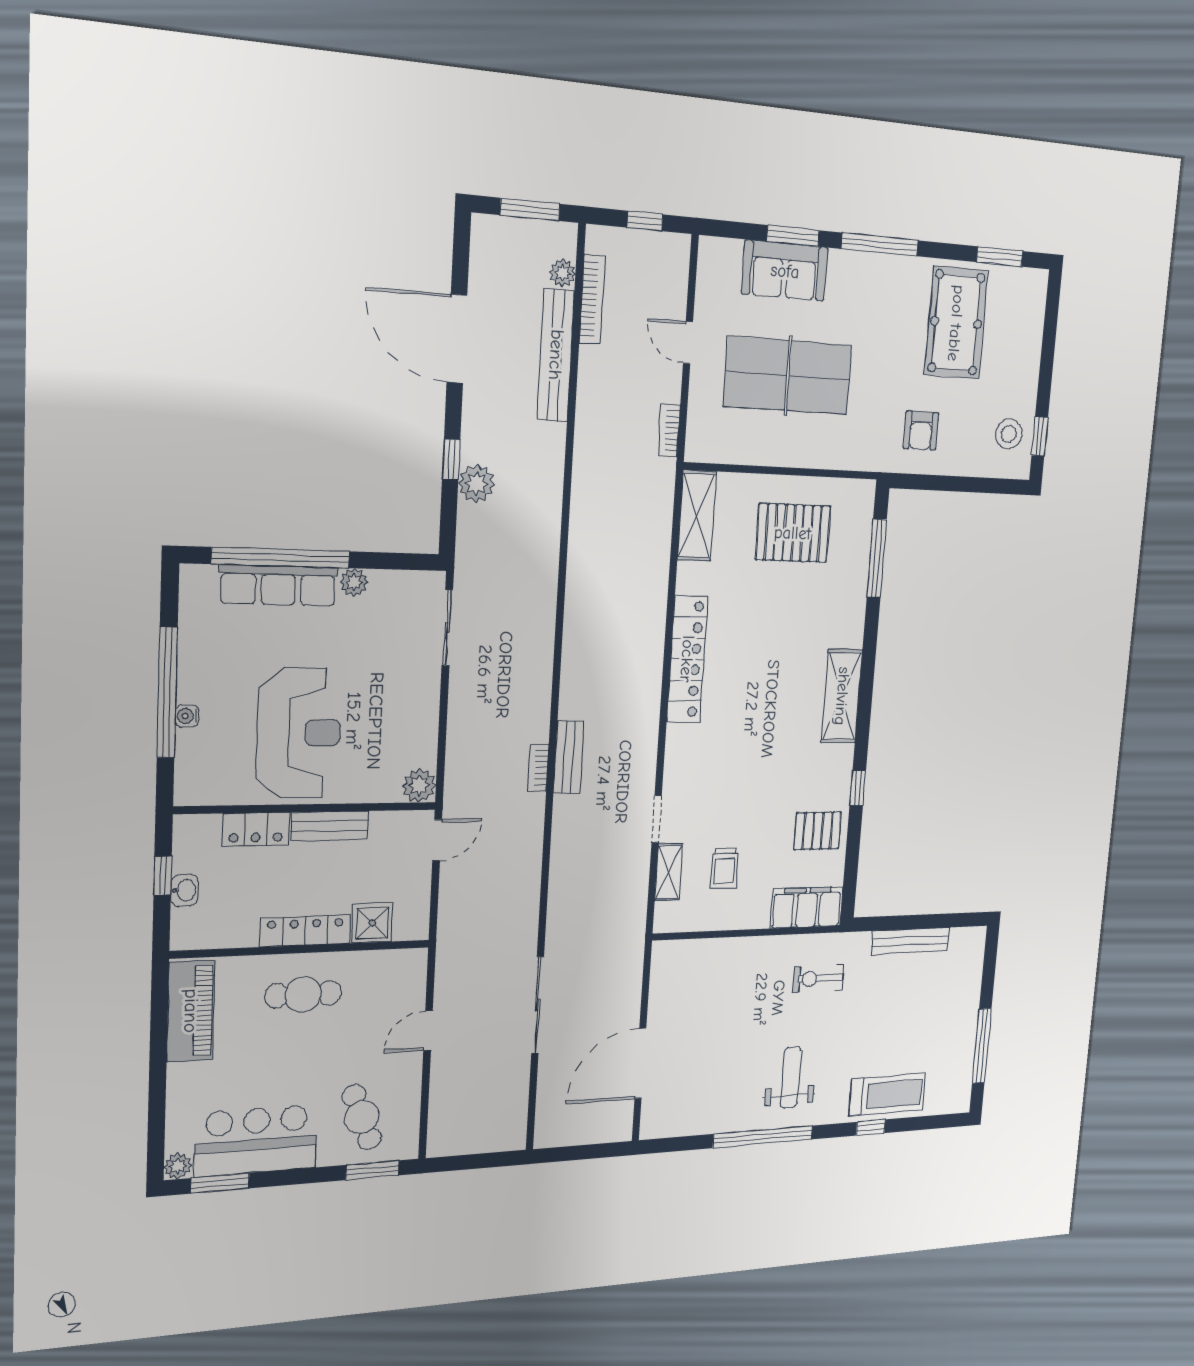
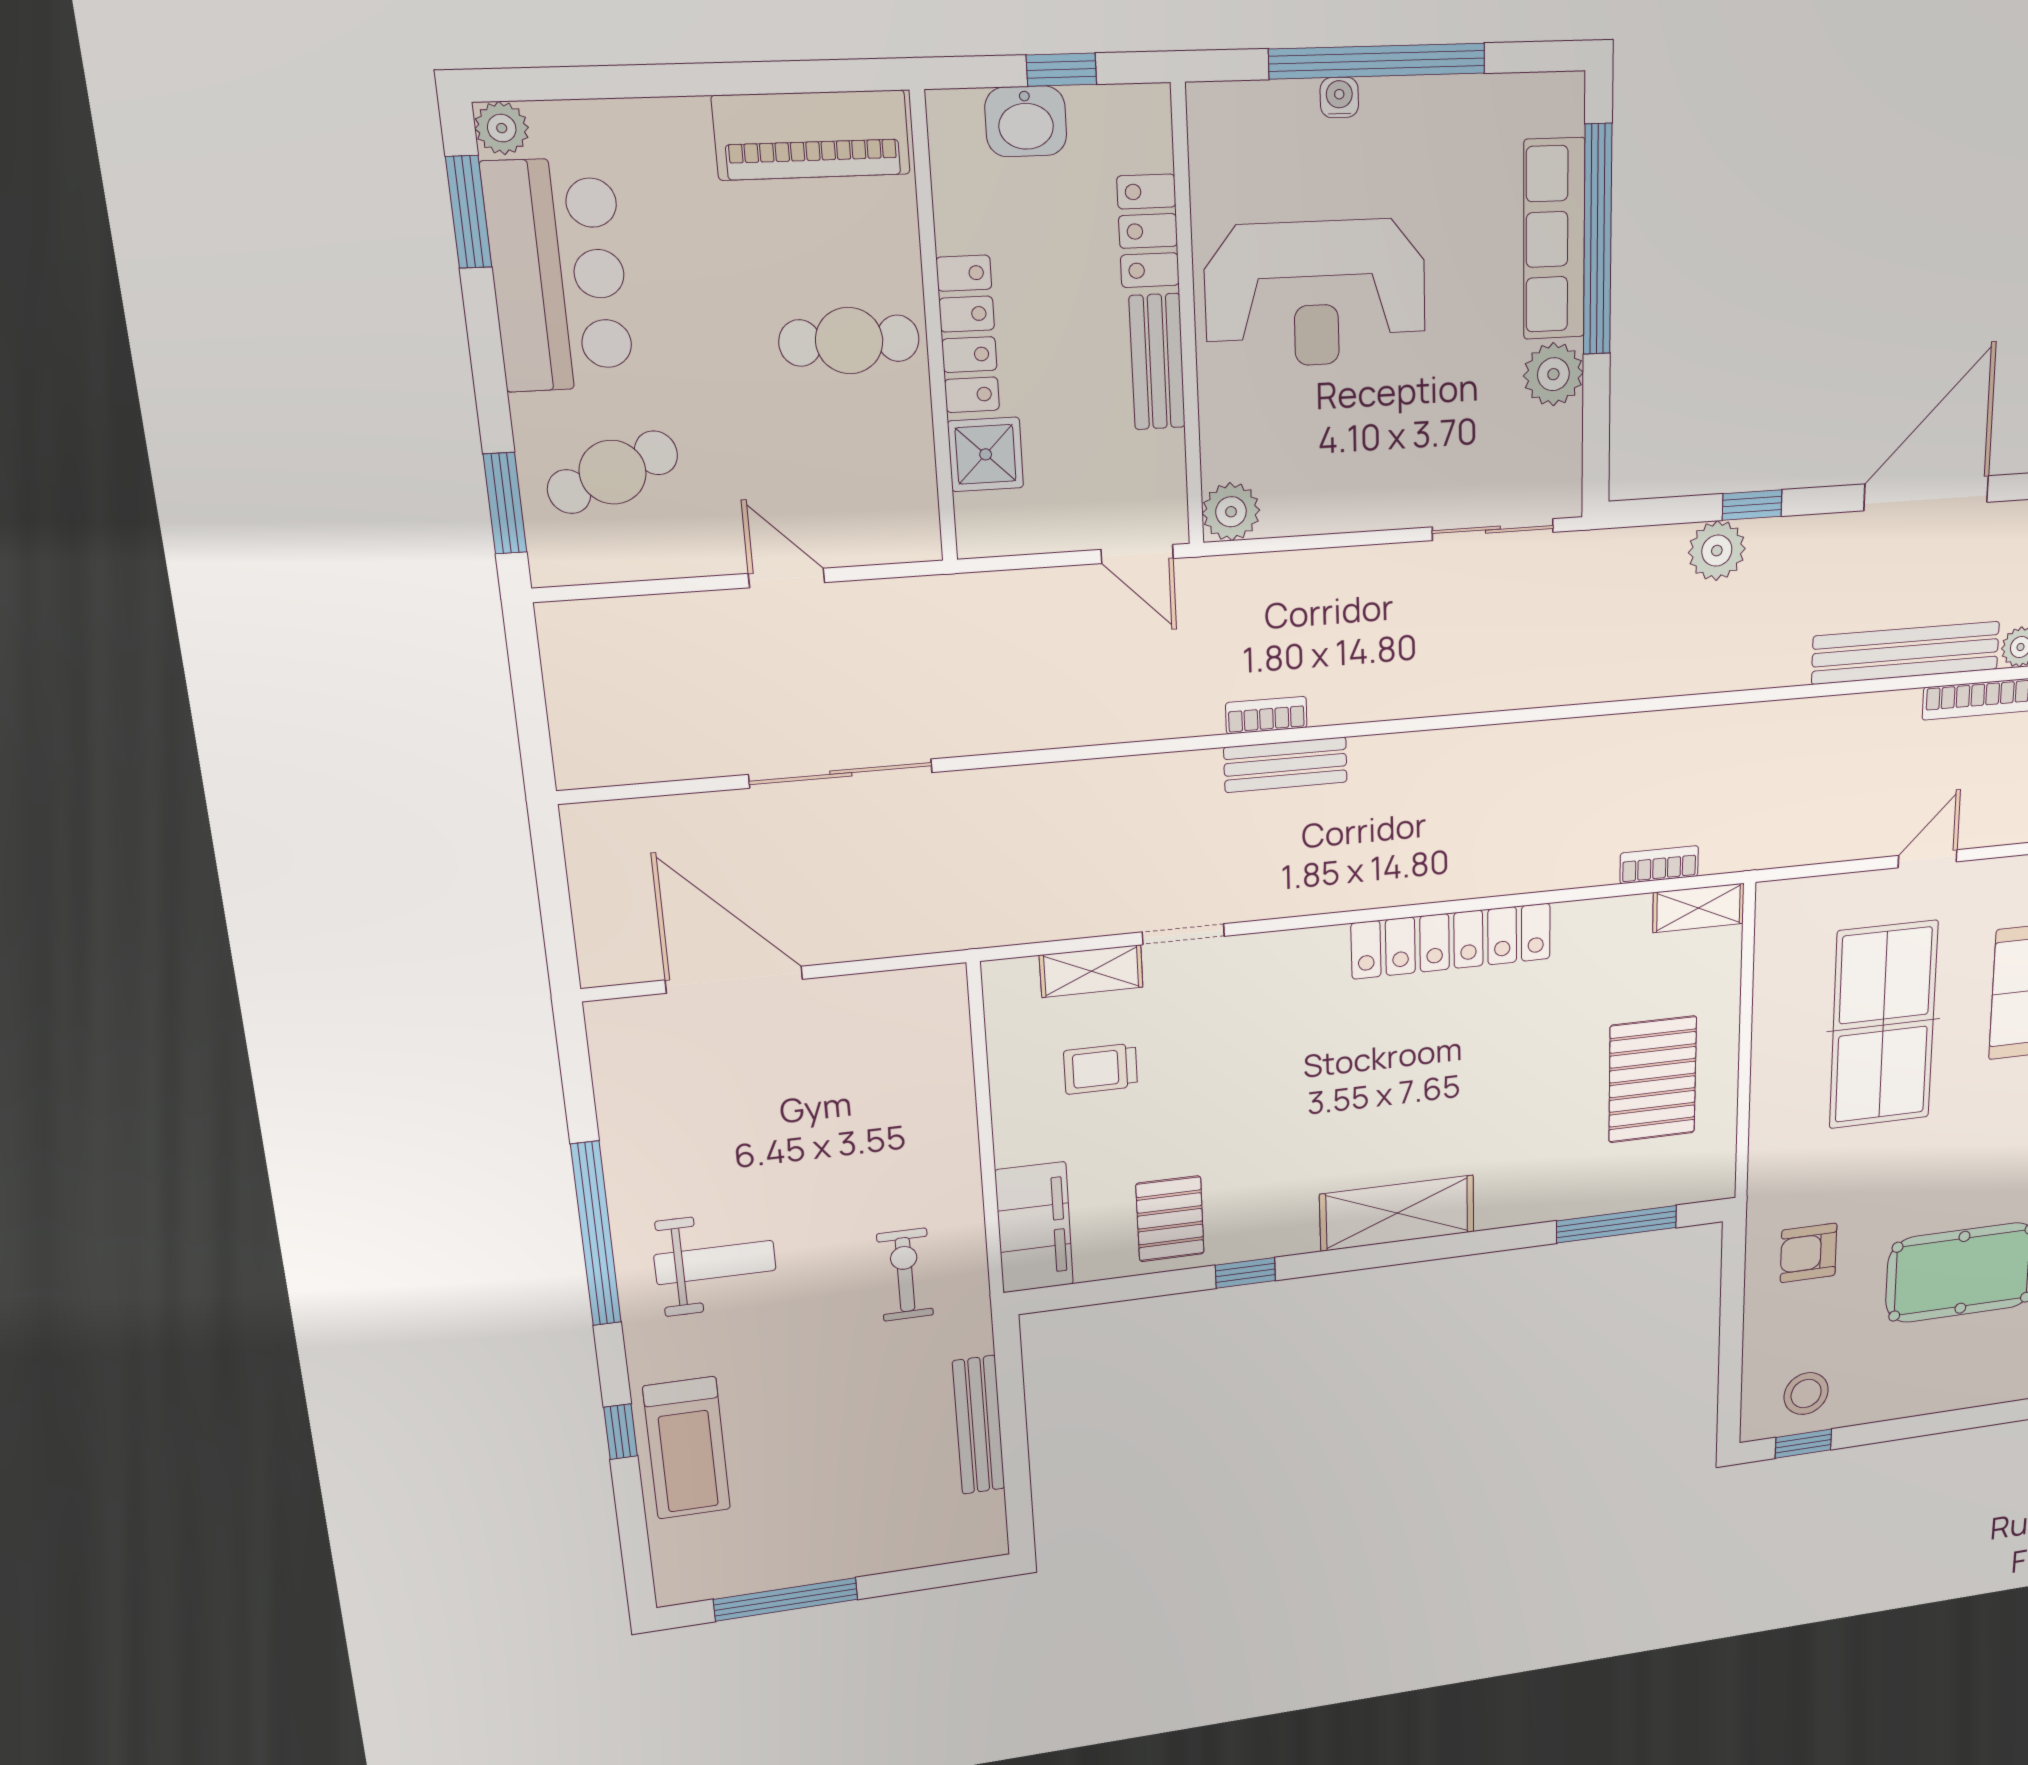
bookcase: (669, 430) -> (1659, 865), moved
shelving: (697, 516) -> (1698, 908), width x0.67, depth x0.75
plant: (354, 582) -> (1553, 374), width x1.38, depth x1.38
washbasin: (184, 890) -> (1026, 121), width x1.38, depth x1.45
cafe table: (303, 994) -> (849, 341), turned 90

